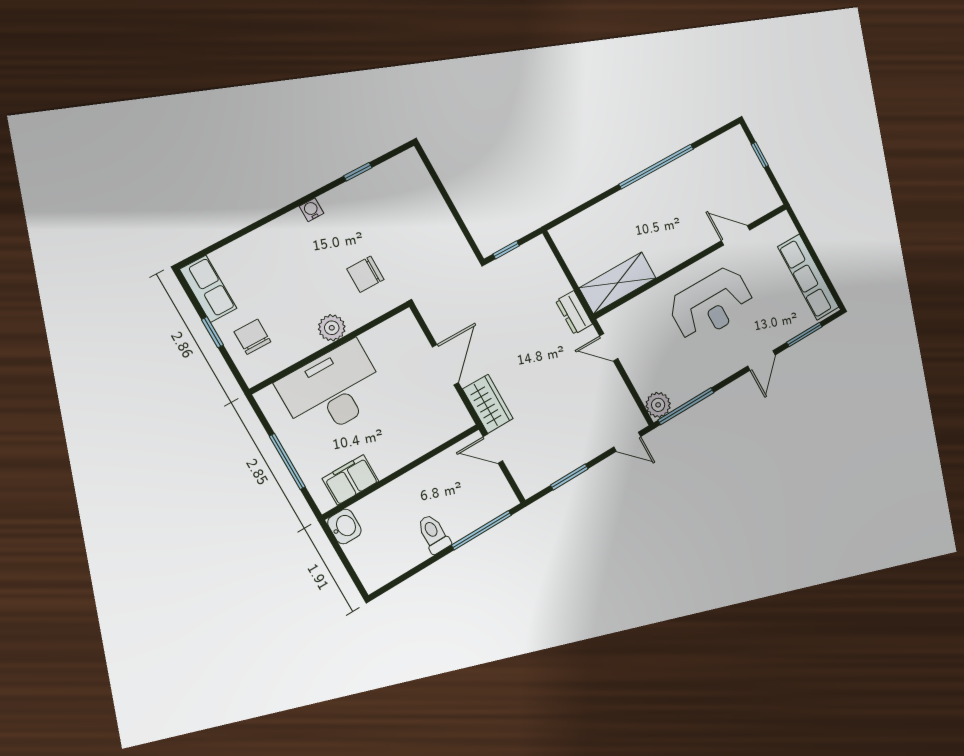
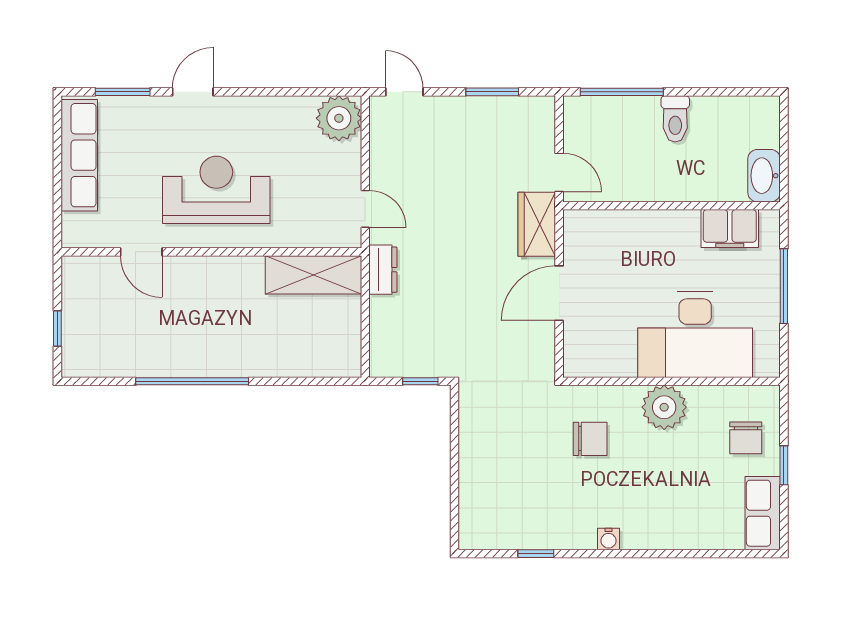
plant: (332, 328) -> (664, 407), width x1.36, depth x1.36
plant: (658, 405) -> (339, 118), width x1.36, depth x1.36
window: (686, 406) -> (313, 92), removed
washbasin: (344, 527) -> (764, 176), width x1.38

